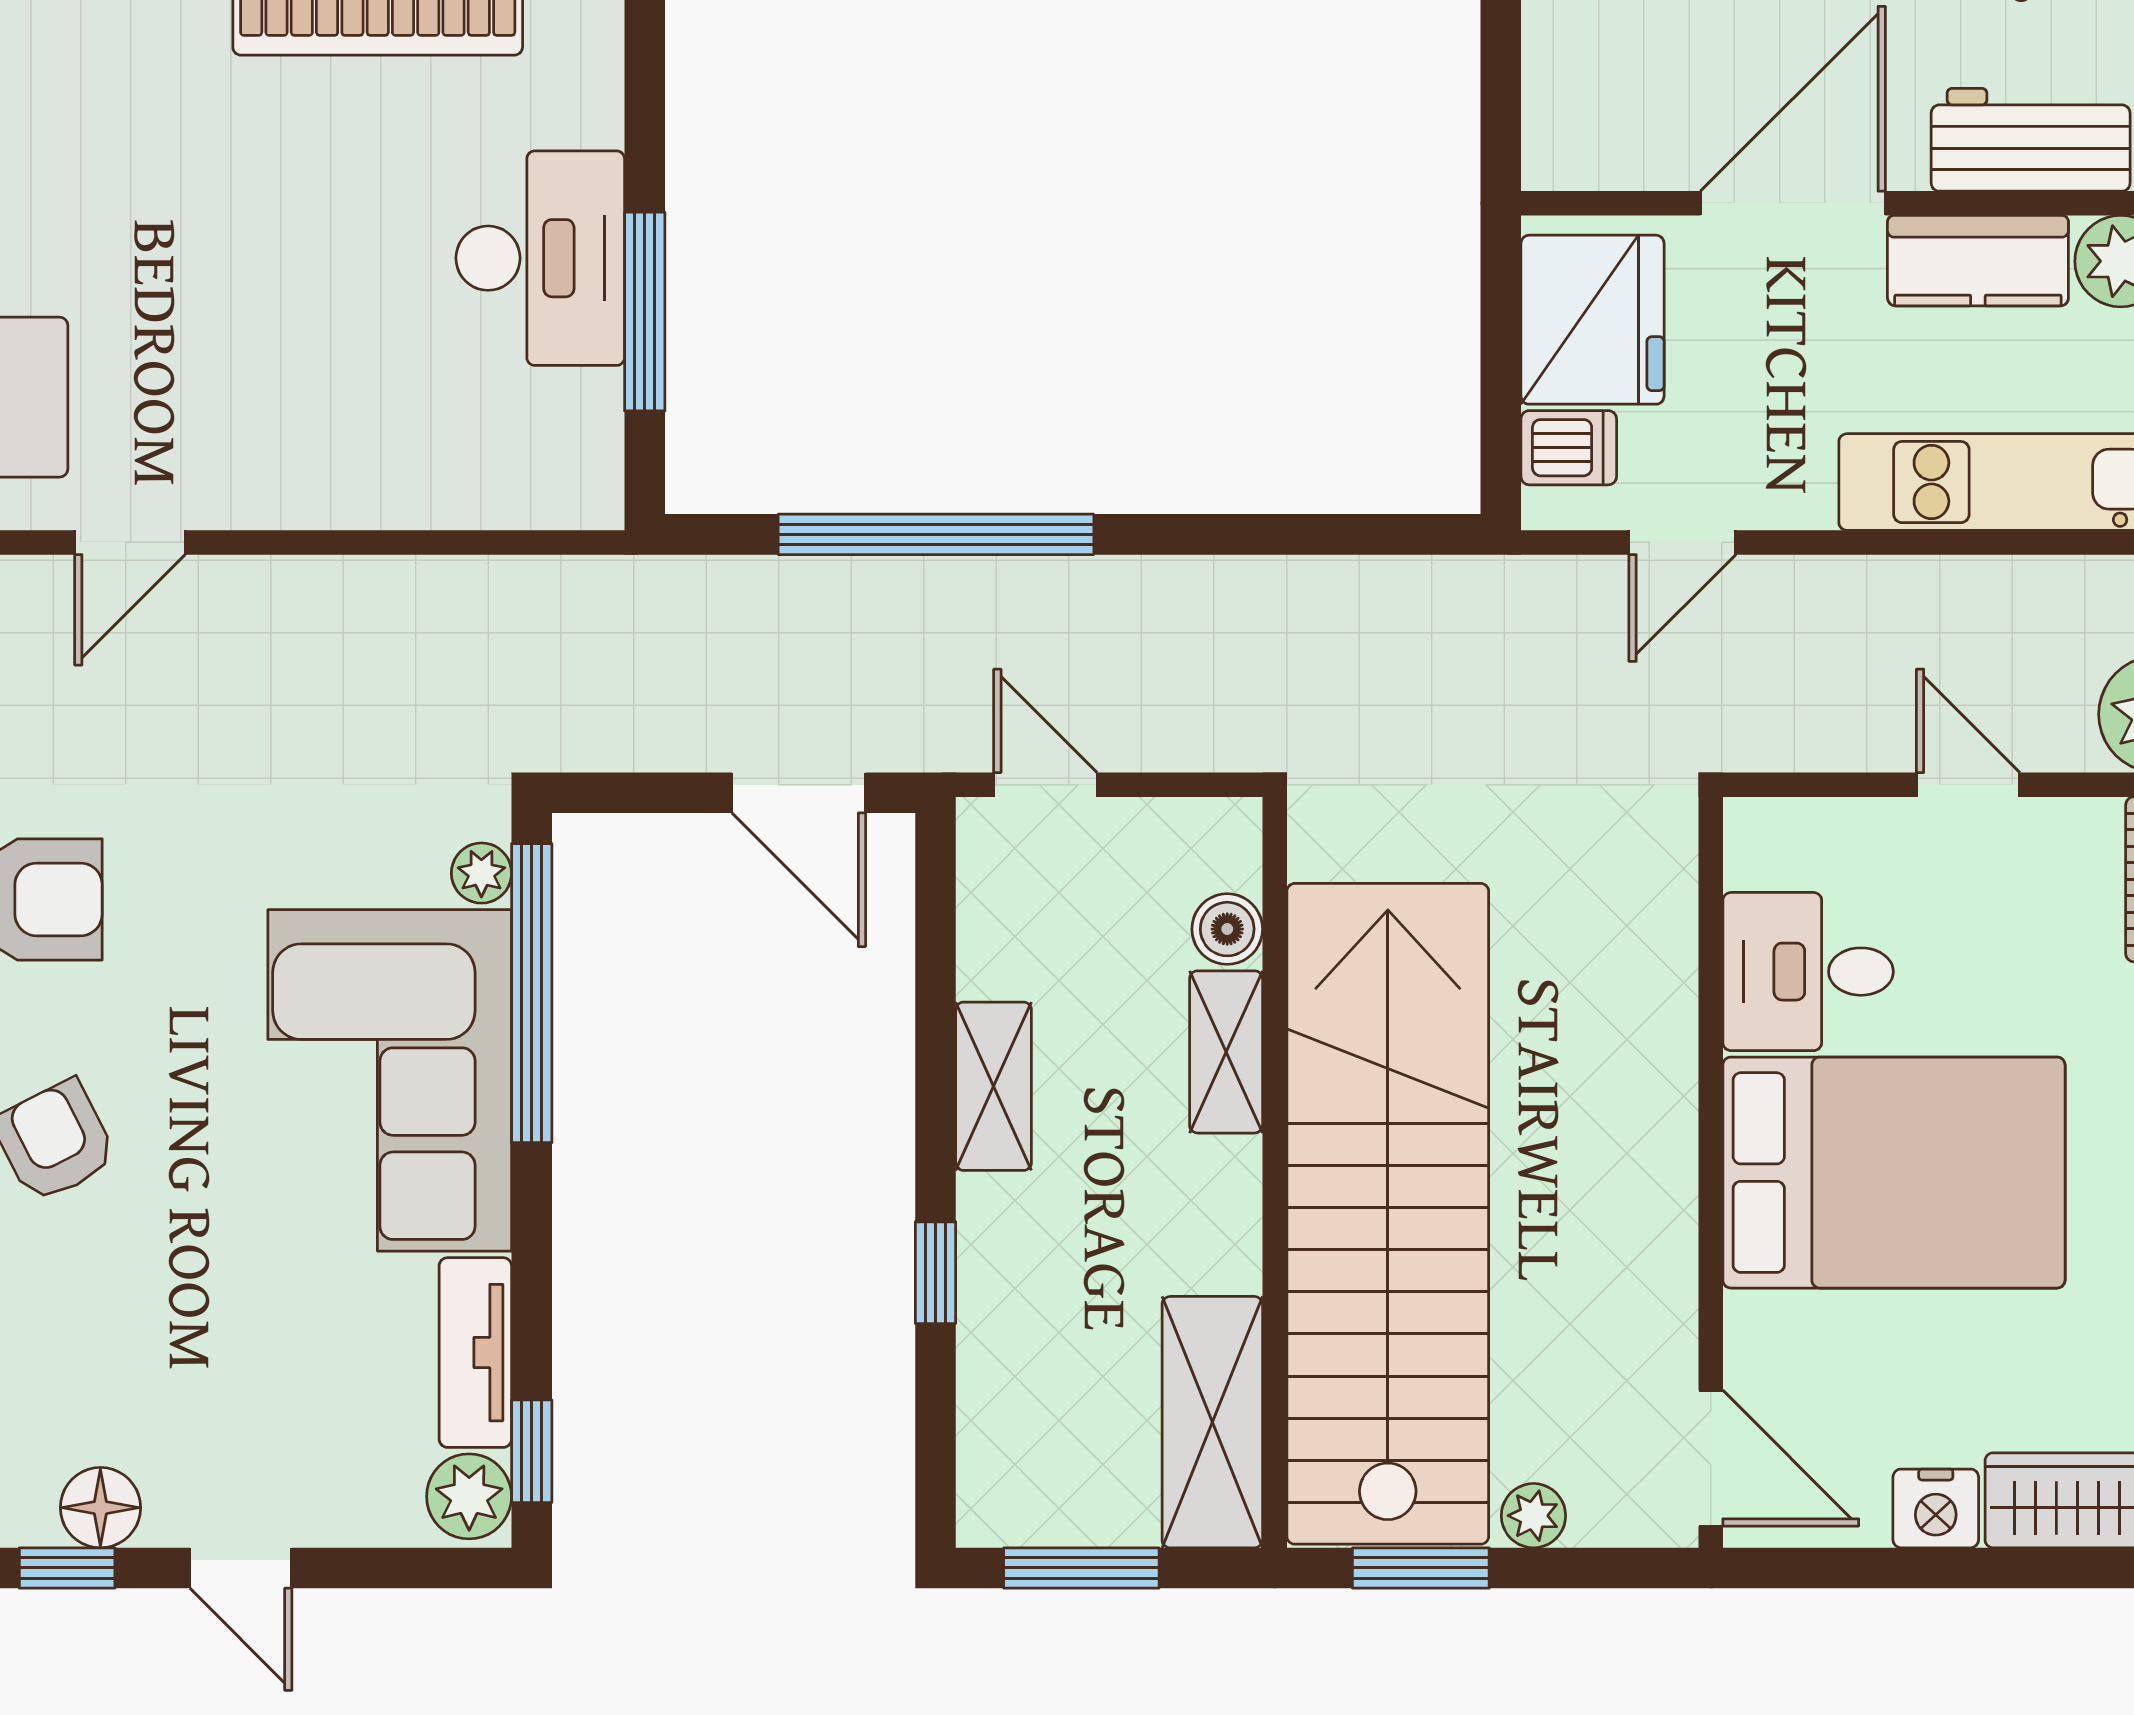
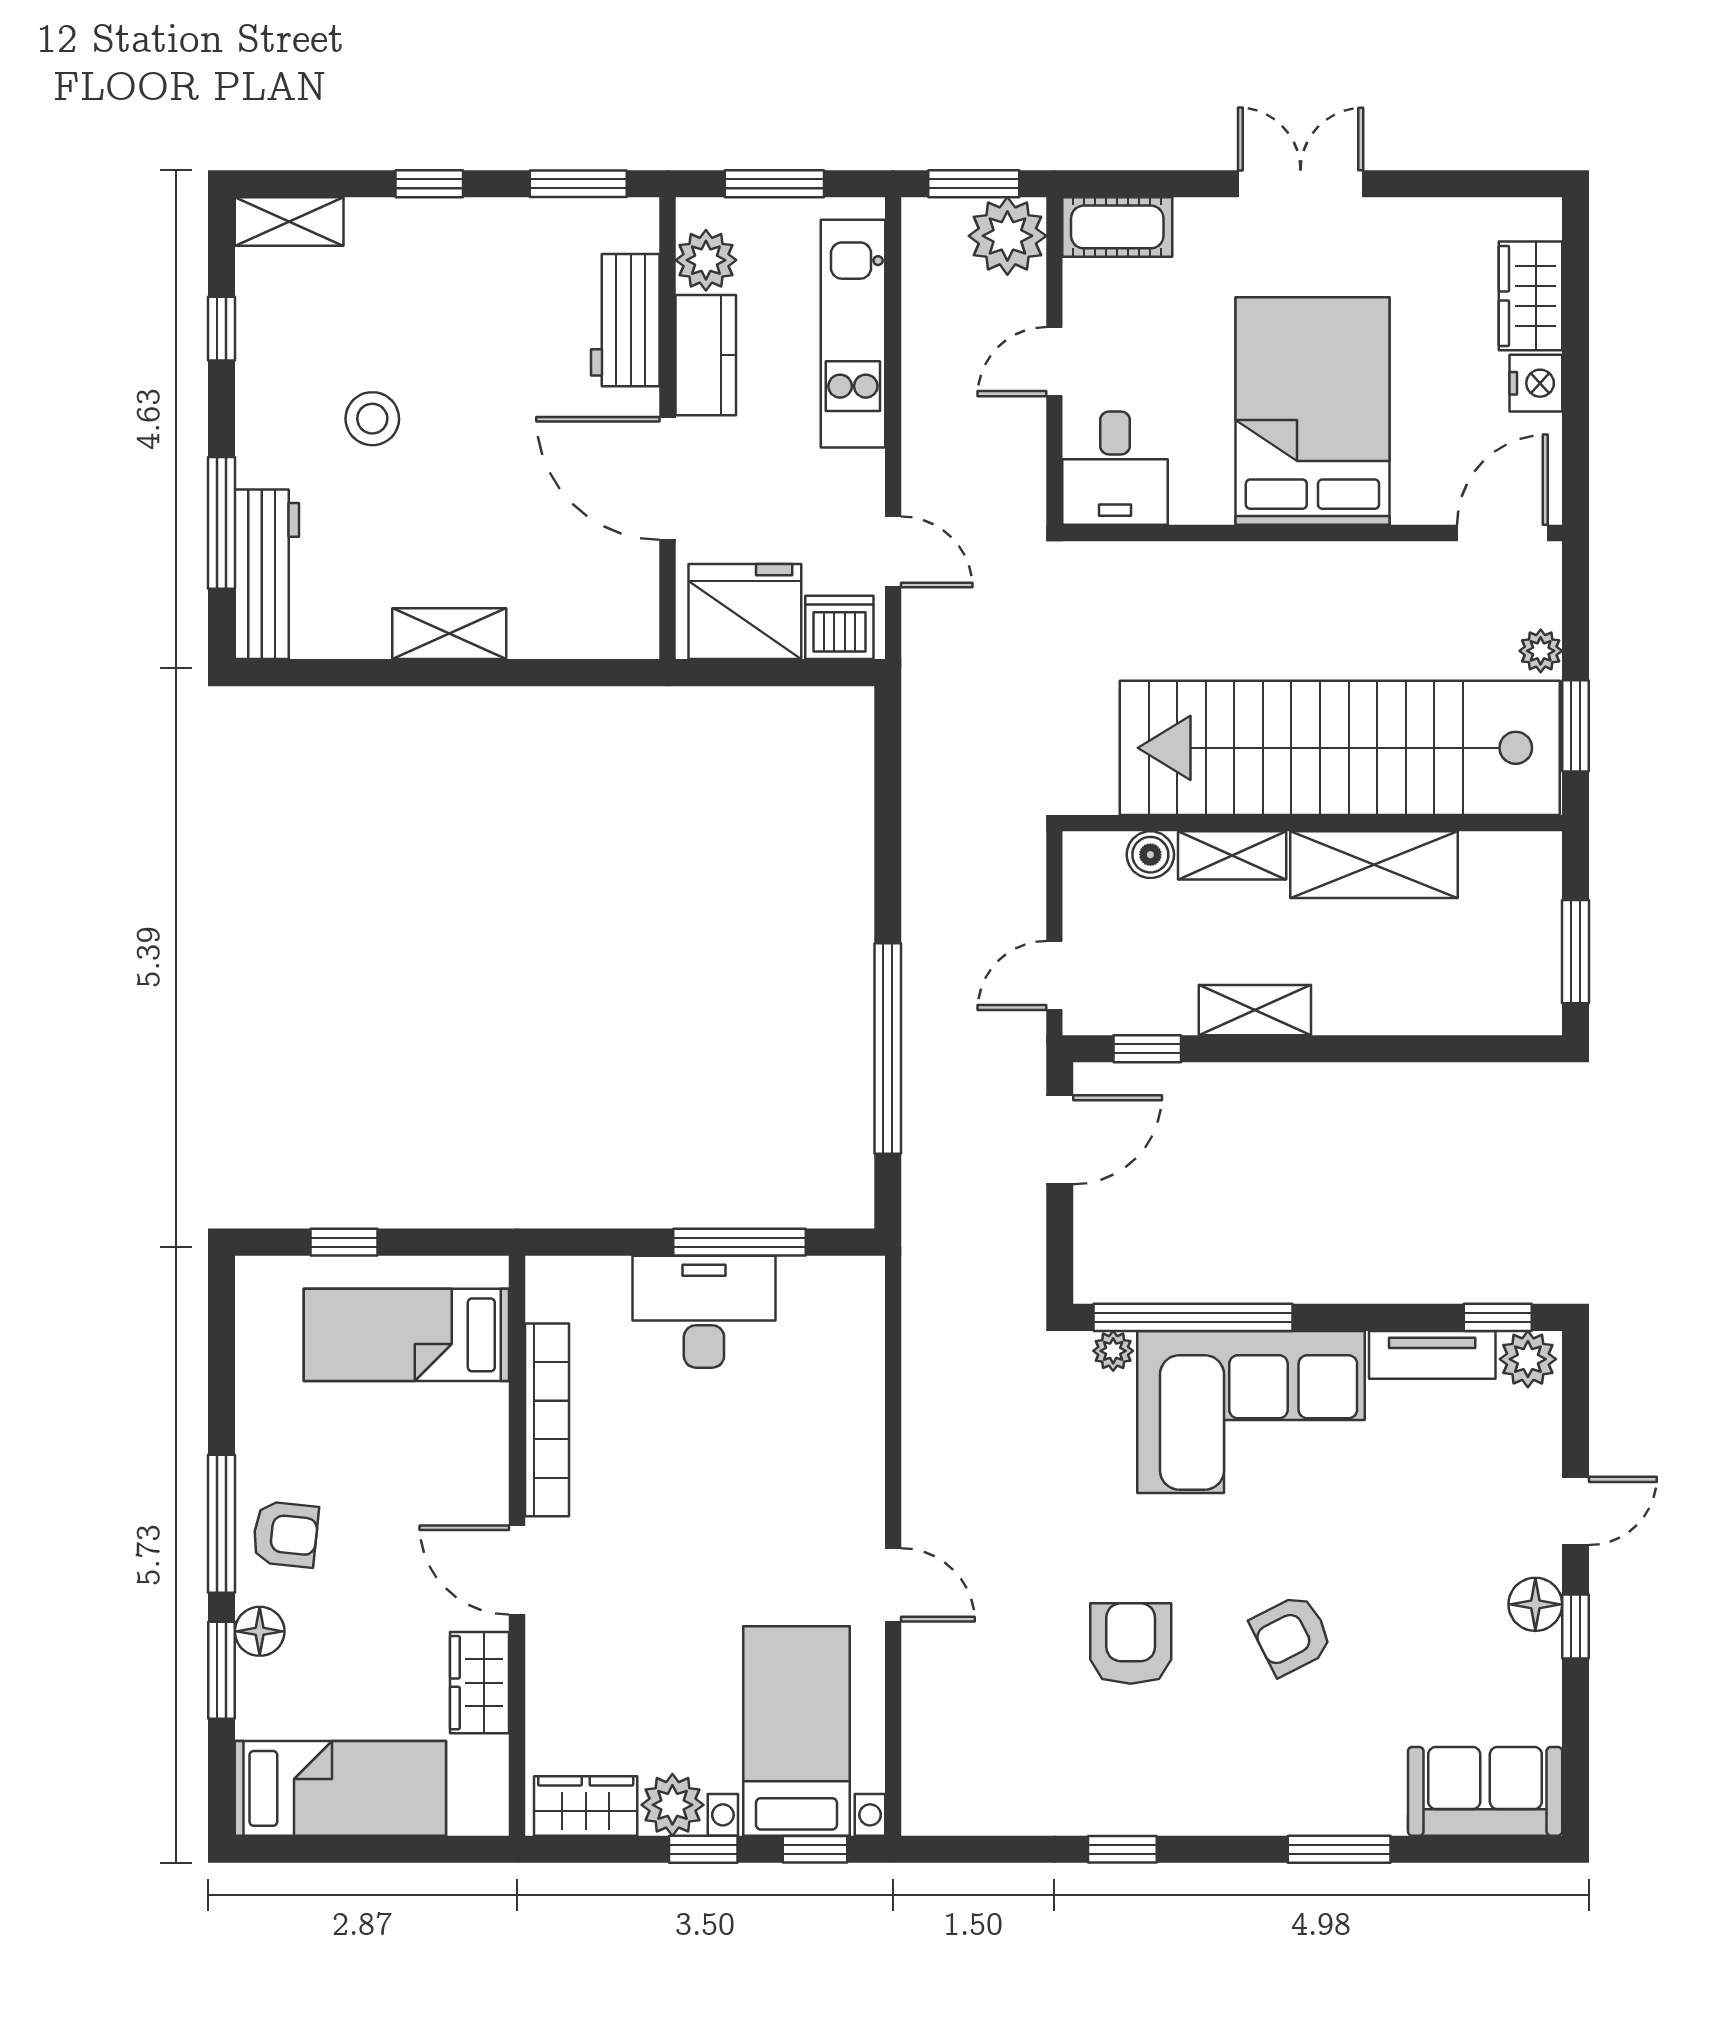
dishwasher: (1569, 448) -> (839, 627), width x1.38
desk: (1808, 972) -> (1115, 468), moved
window: (936, 1273) -> (1147, 1049), moved
shelving: (1212, 1422) -> (1374, 865), moved

